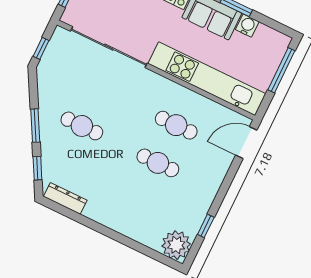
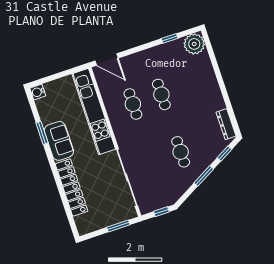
water cooler: (247, 26) -> (38, 92), moved
window: (281, 70) -> (52, 78), removed

